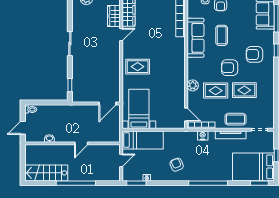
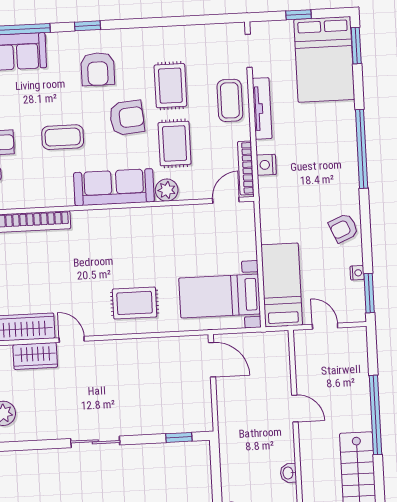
sofa: (195, 38) -> (114, 187), moved
rug: (138, 67) -> (135, 303), turned 90
armchair: (230, 68) -> (127, 118), turned -95
armchair: (177, 165) -> (344, 228), moved

